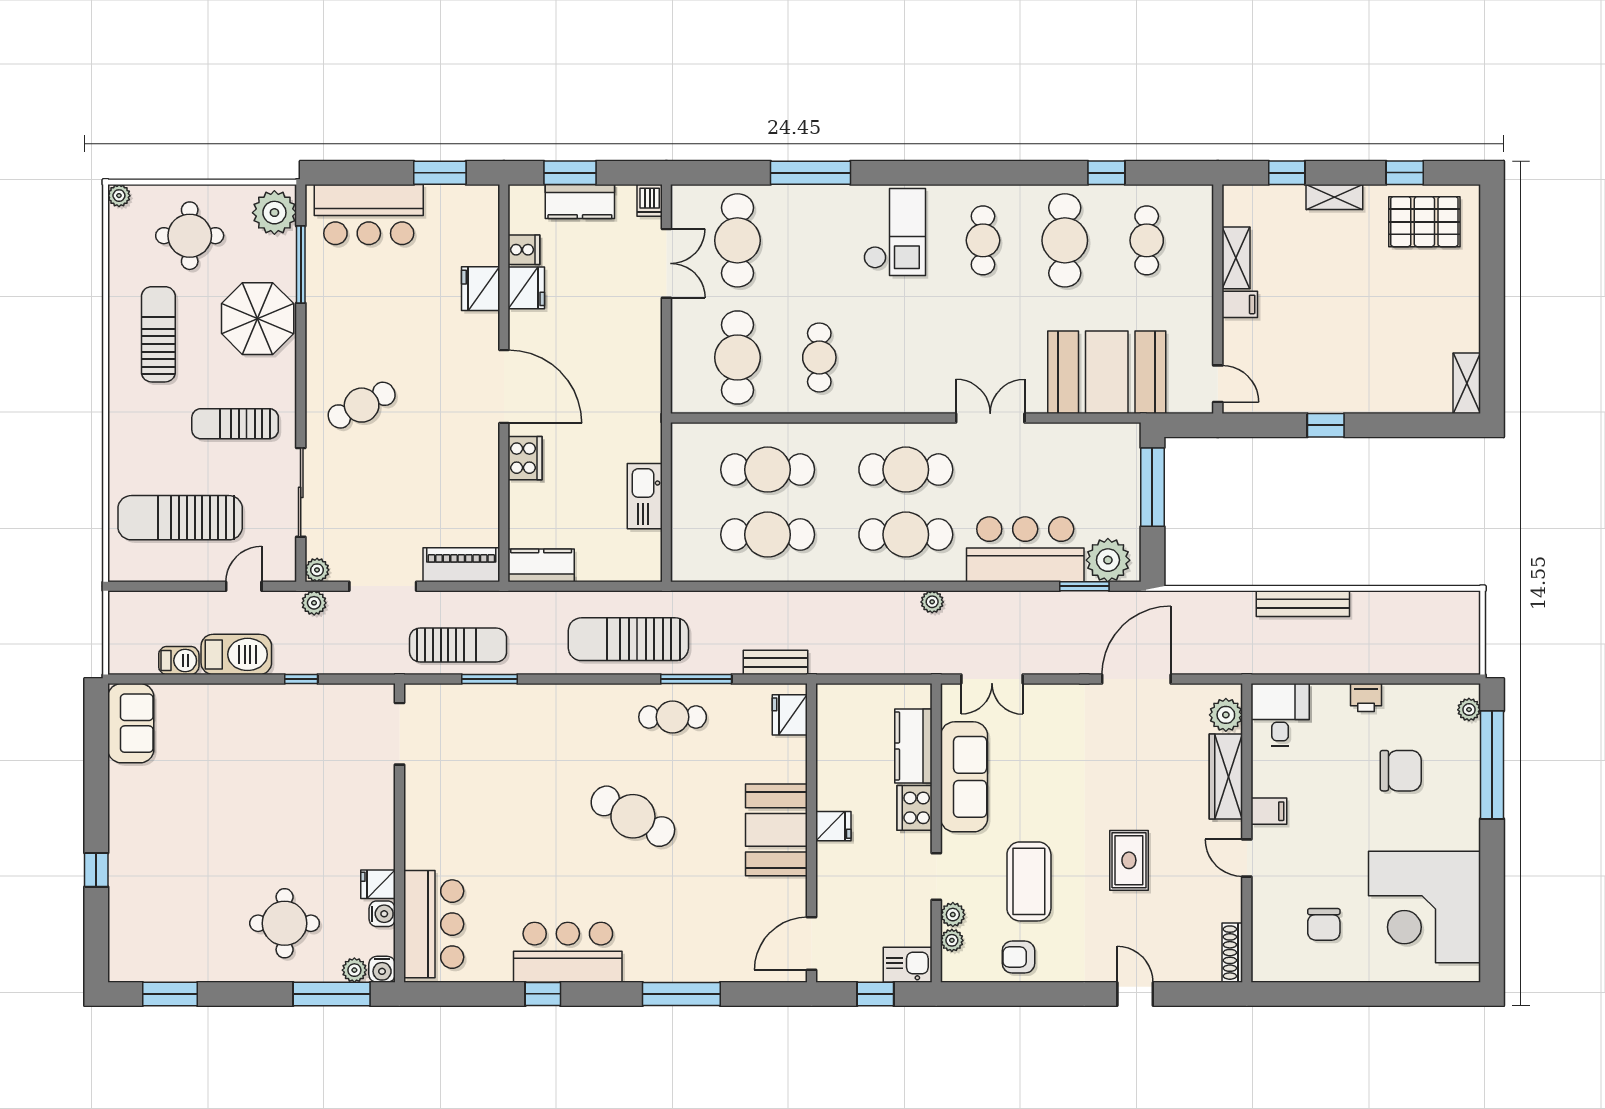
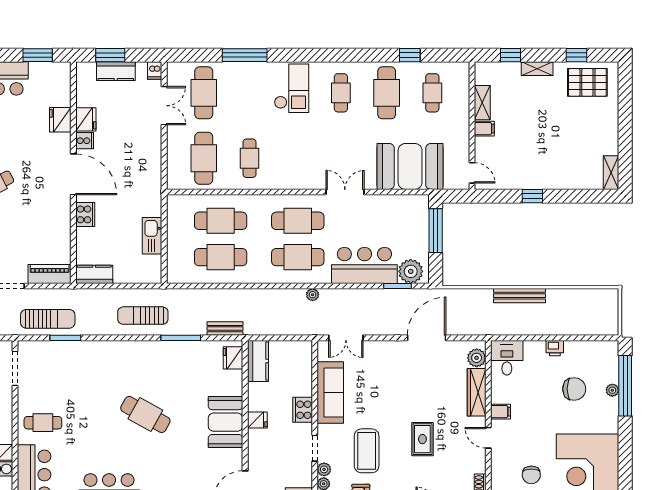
cooker: (524, 250) -> (85, 141), moved
sun lounger: (628, 639) -> (143, 316), width x0.73, depth x0.75
plant: (1469, 710) -> (612, 390), moved
cafe table: (673, 717) -> (43, 423), moved
kitchen counter: (913, 746) -> (258, 361), moved, turned 180

